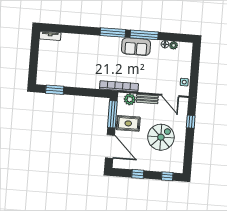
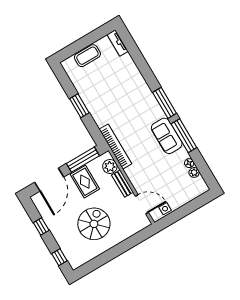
coffee table: (44, 62) -> (87, 56), added
window: (55, 90) -> (79, 106), moved
door: (170, 96) -> (142, 204), swing flipped
window: (191, 122) -> (130, 243), removed
spiral stairs: (161, 137) -> (94, 224), turned -90

